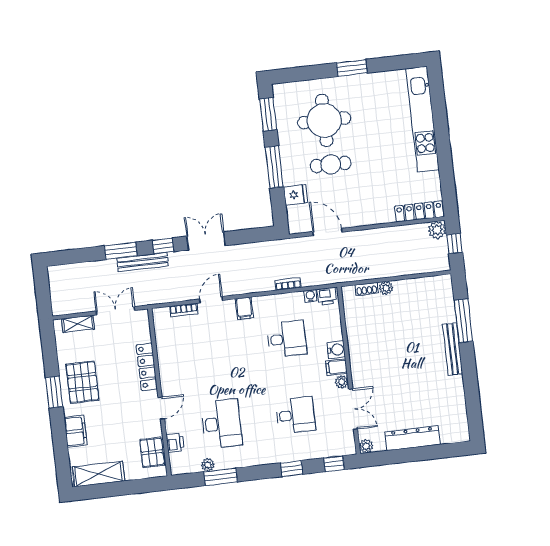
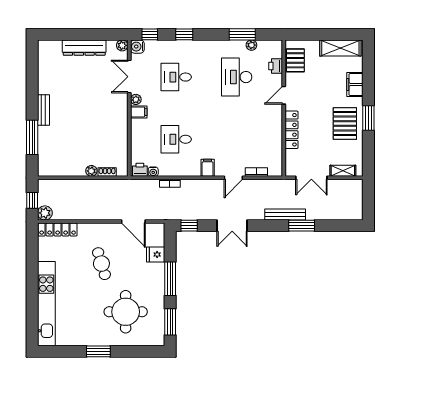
cafe table: (331, 164) -> (101, 264), moved, turned 73
window: (163, 246) -> (189, 226), moved
bench: (453, 349) -> (43, 110), width x0.73
water cooler: (336, 350) -> (137, 47), moved

